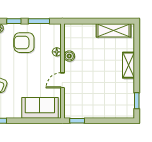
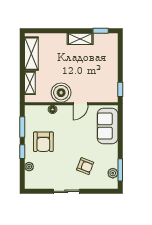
shelving: (84, 29) -> (30, 83), added
boiler: (69, 56) -> (61, 93), width x1.86, depth x1.86
shelving: (128, 65) -> (80, 39), moved
door: (62, 80) -> (81, 104), hinge flipped

